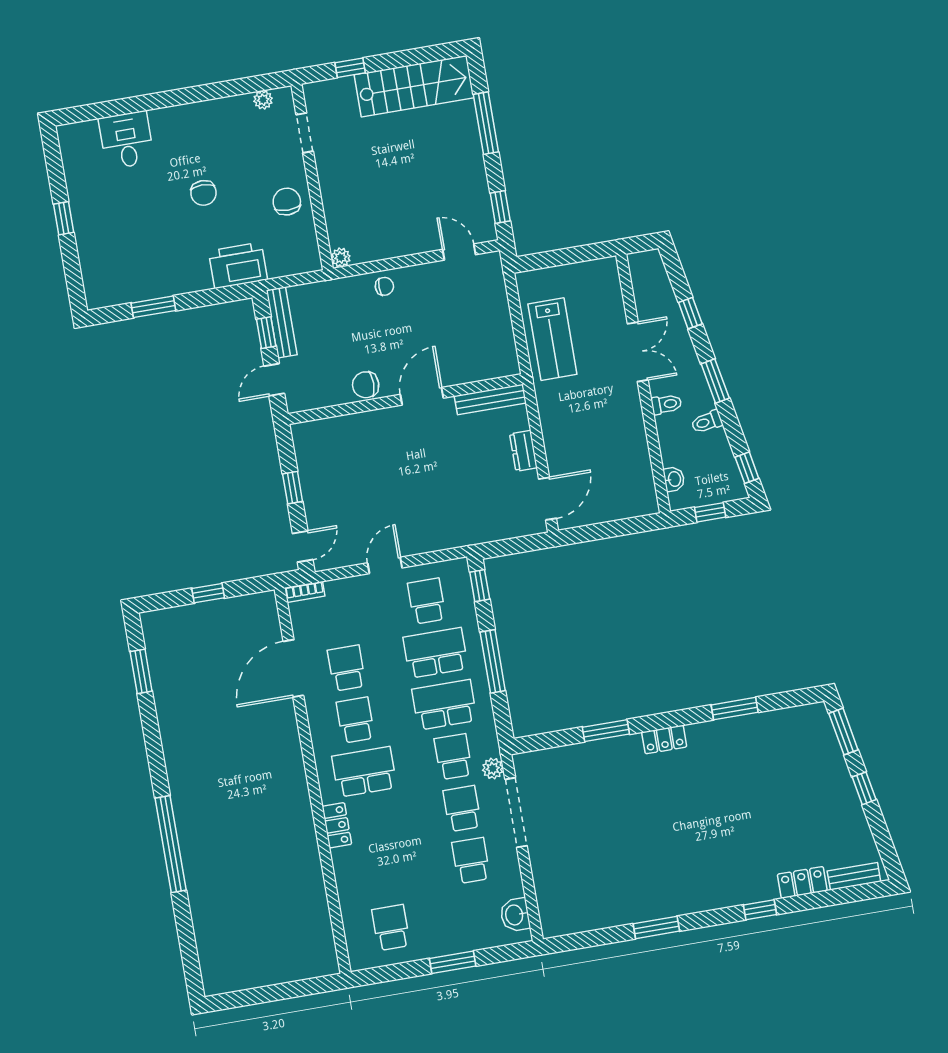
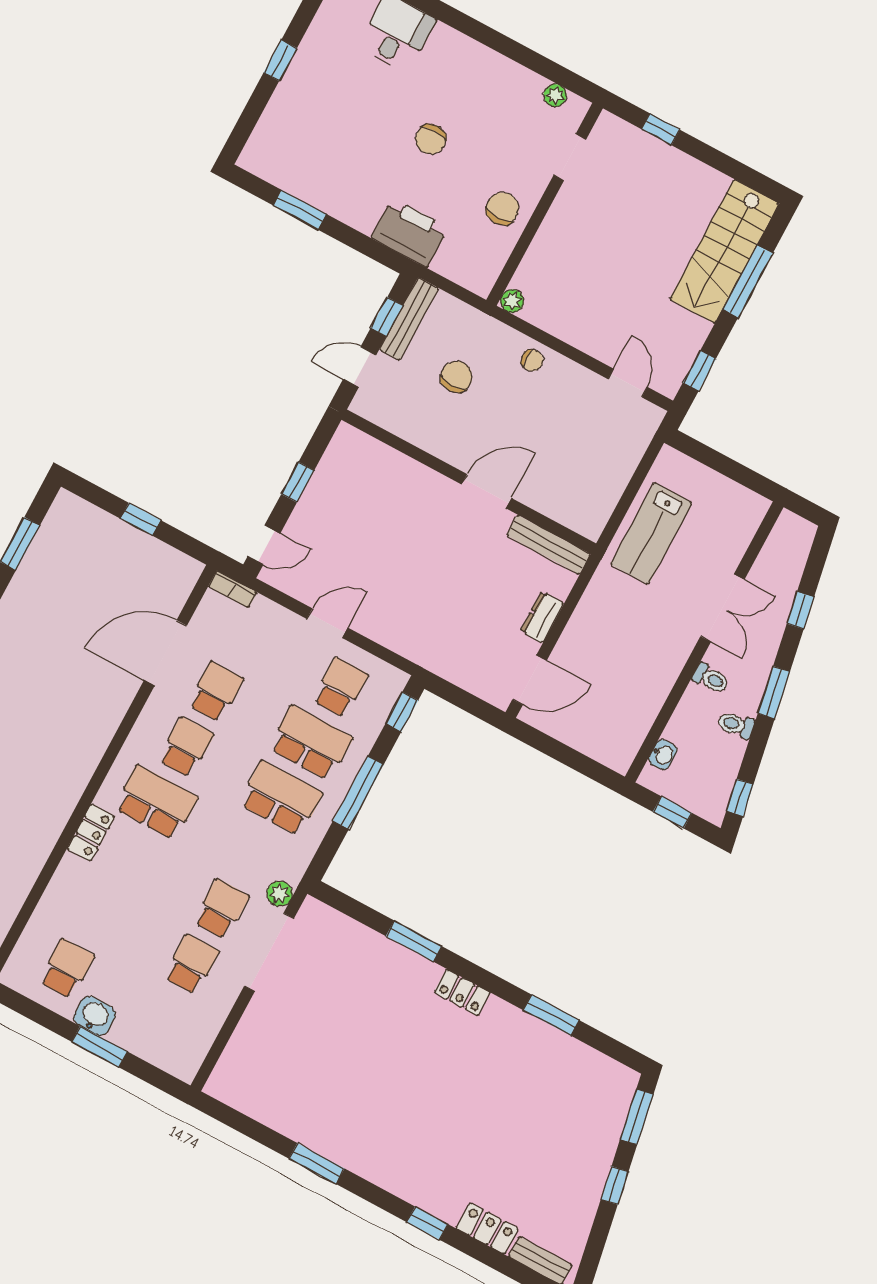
stairs: (414, 86) -> (724, 251), moved, turned 90
chair: (366, 385) -> (457, 377), moved, turned 90
school desk: (453, 757) -> (251, 854), removed
washbasin: (515, 915) -> (95, 1016), moved, turned 90

